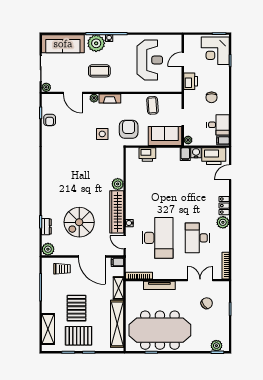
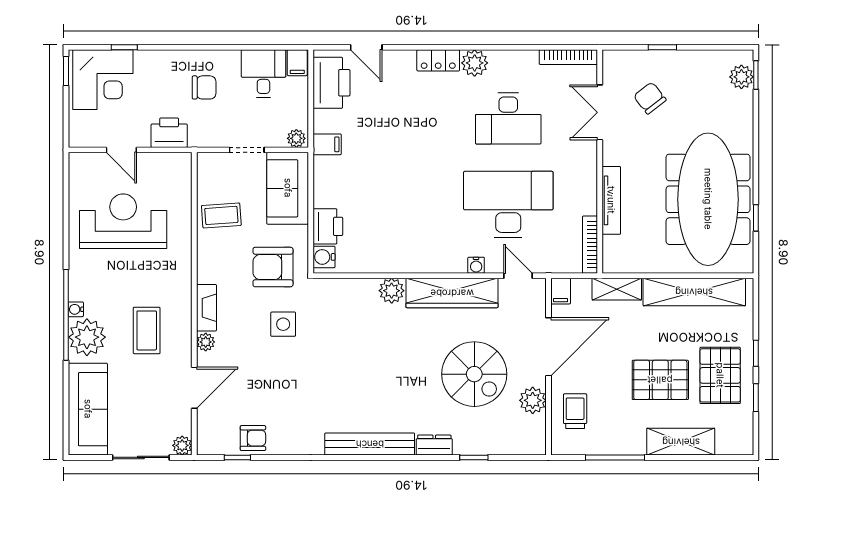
water cooler: (196, 153) -> (324, 257), moved
bench: (47, 174) -> (370, 444), added
dresser: (46, 227) -> (434, 445), moved
door: (125, 242) -> (518, 276), swing flipped
plant: (48, 249) -> (533, 400), moved
shelving: (48, 329) -> (681, 442), moved

